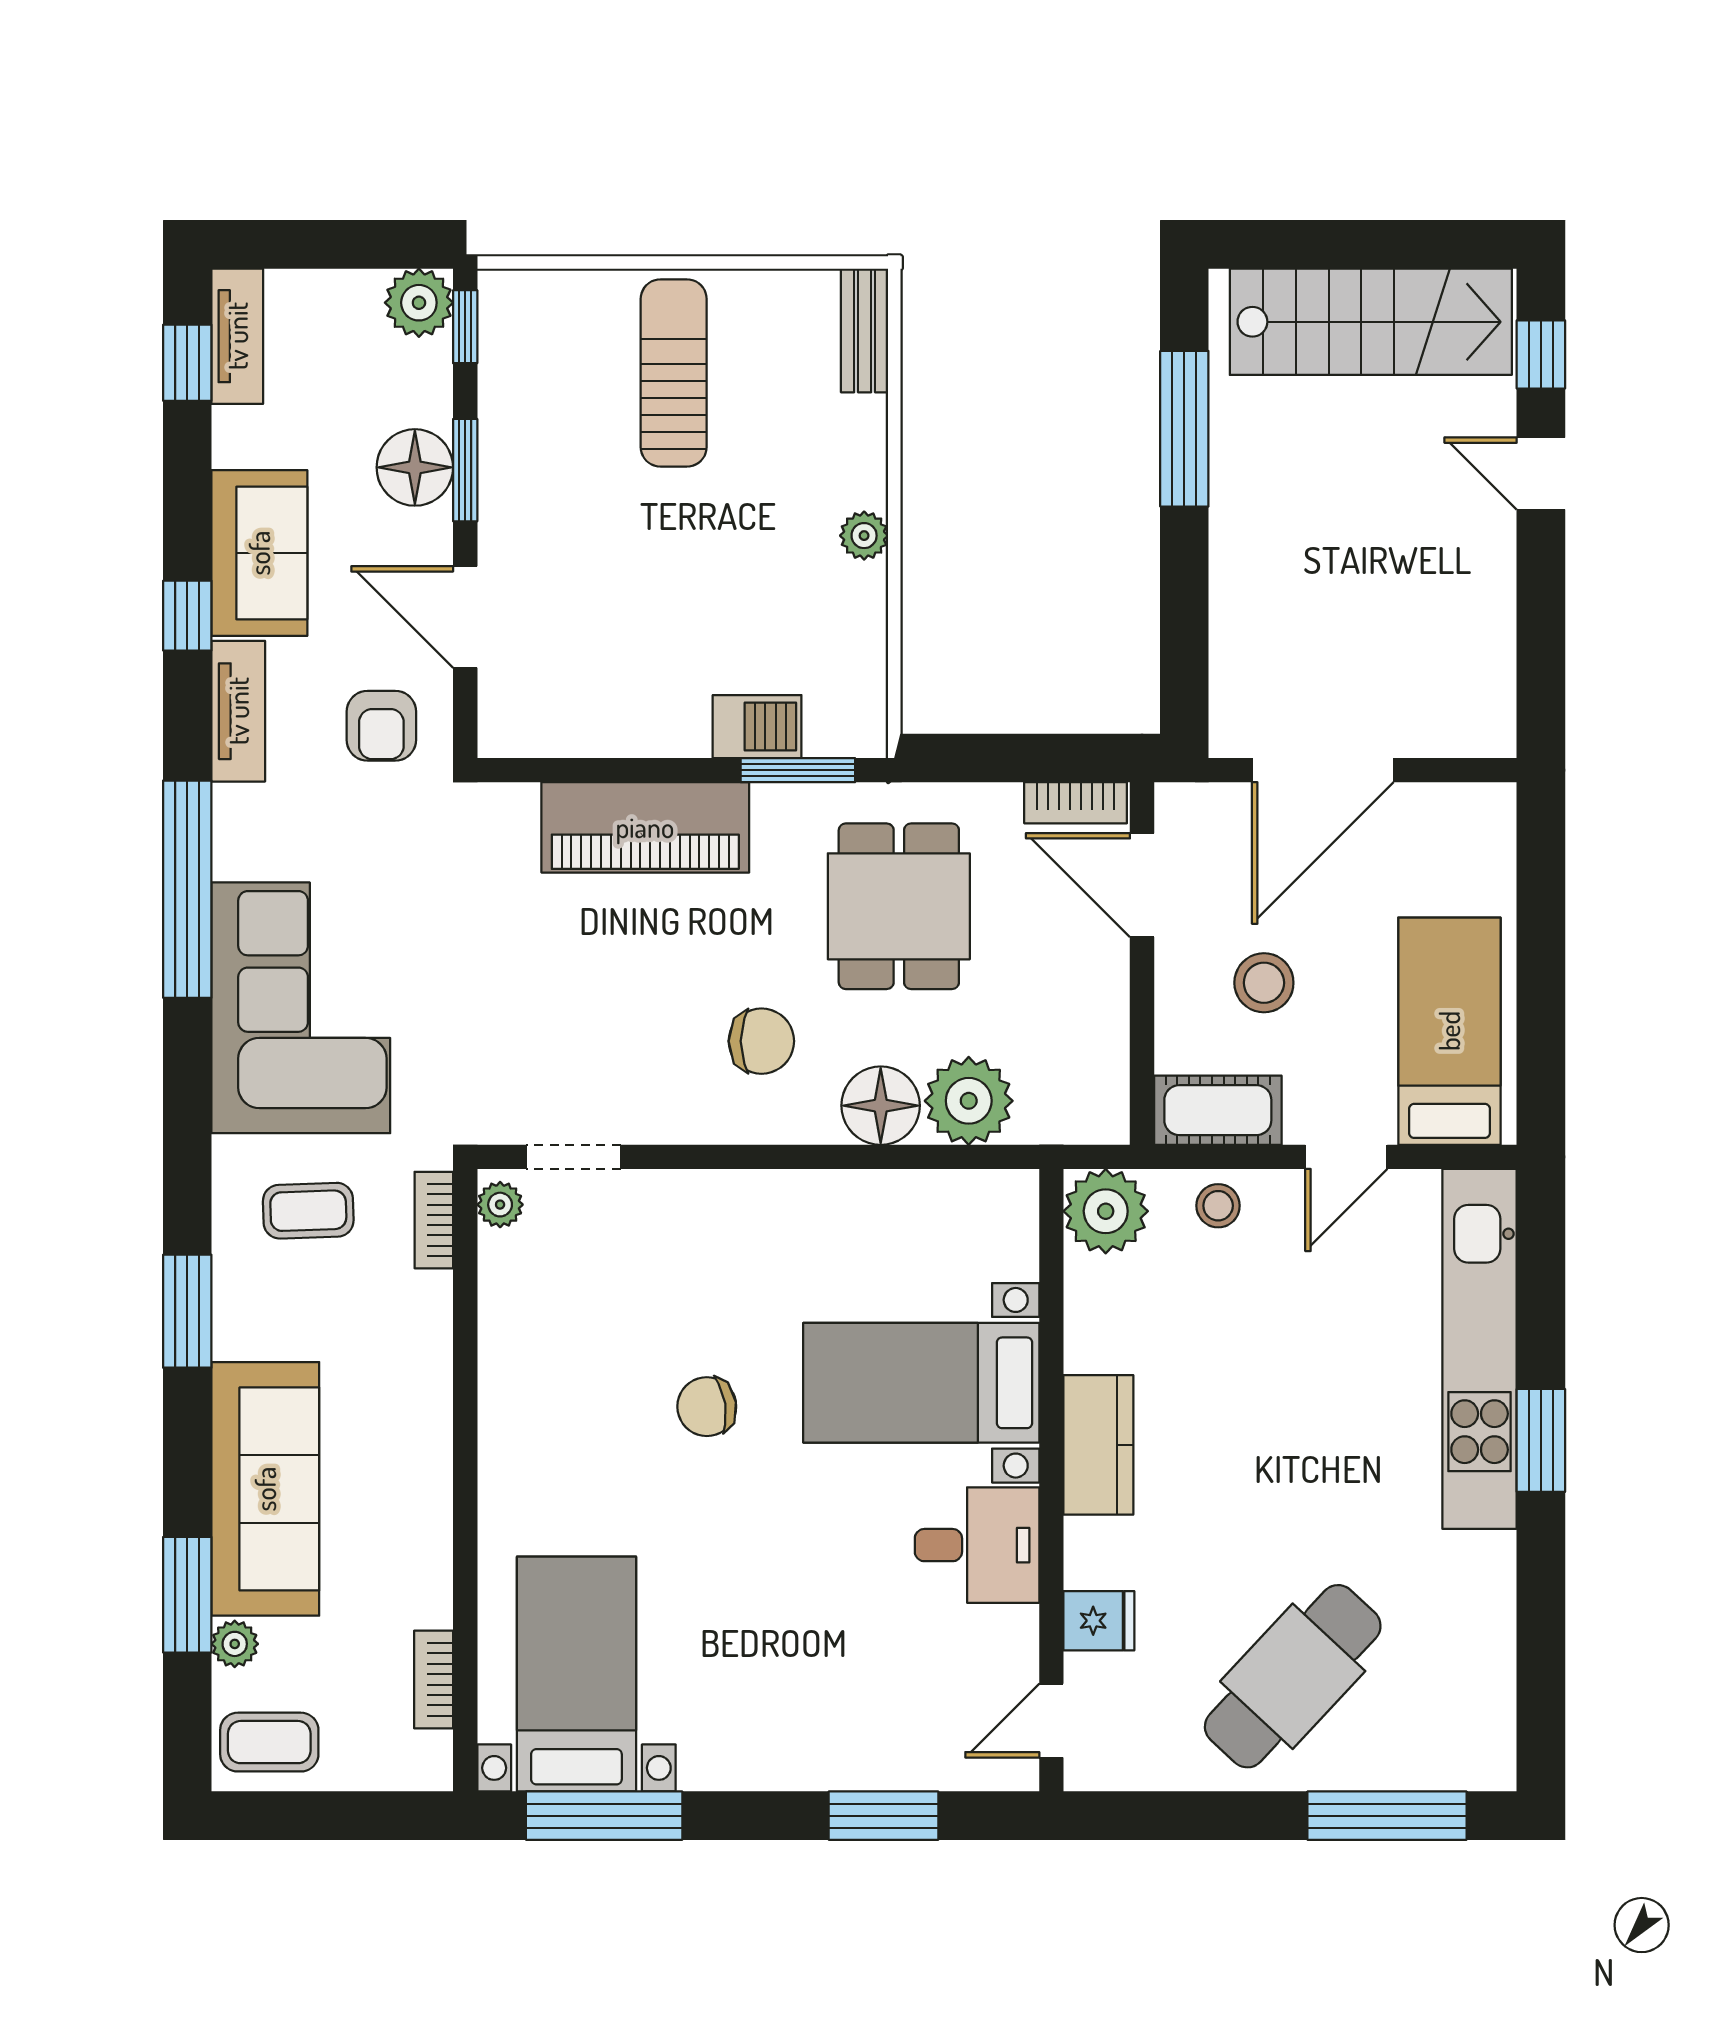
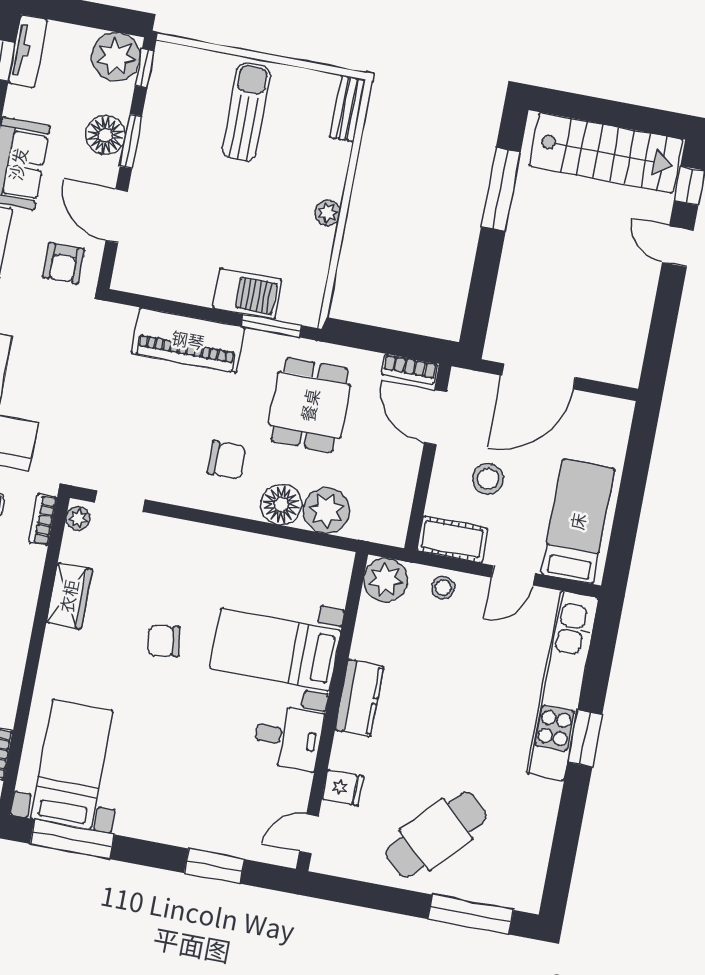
plant: (419, 303) -> (116, 57), width x1.36, depth x1.36
barbecue: (757, 727) -> (247, 294), width x1.38, depth x1.27
wardrobe: (511, 1355) -> (69, 596), added

